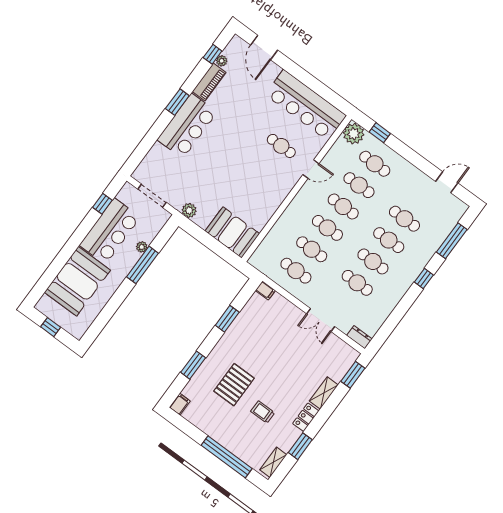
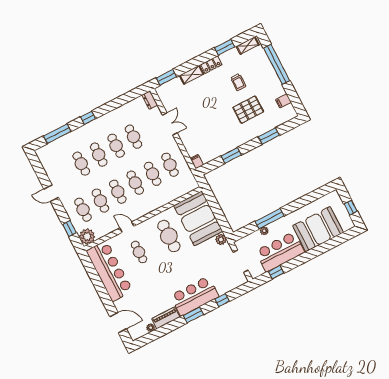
door: (264, 47) -> (118, 323), hinge flipped
window: (213, 54) -> (222, 300), moved
door: (447, 182) -> (51, 193), moved
cafe table: (255, 183) -> (169, 236), added
booth: (232, 232) -> (198, 218), width x1.36, depth x1.42
filing cabinet: (180, 404) -> (283, 101), moved

